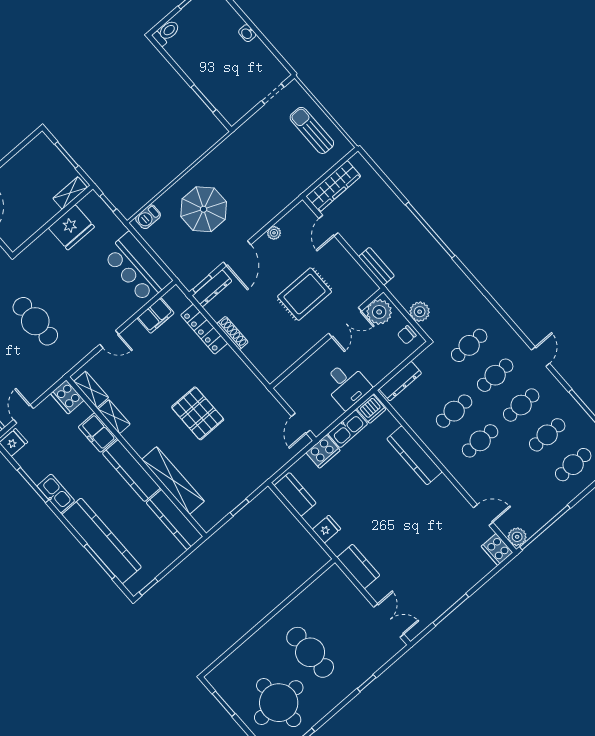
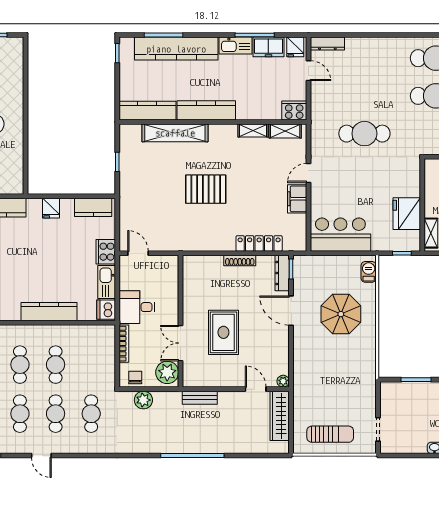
plant: (274, 233) -> (283, 381), moved
filing cabinet: (156, 316) -> (297, 199), moved
bookcase: (387, 369) -> (124, 344), added
dresser: (400, 381) -> (108, 346), removed
freezer: (98, 432) -> (268, 47), moved, turned 180

